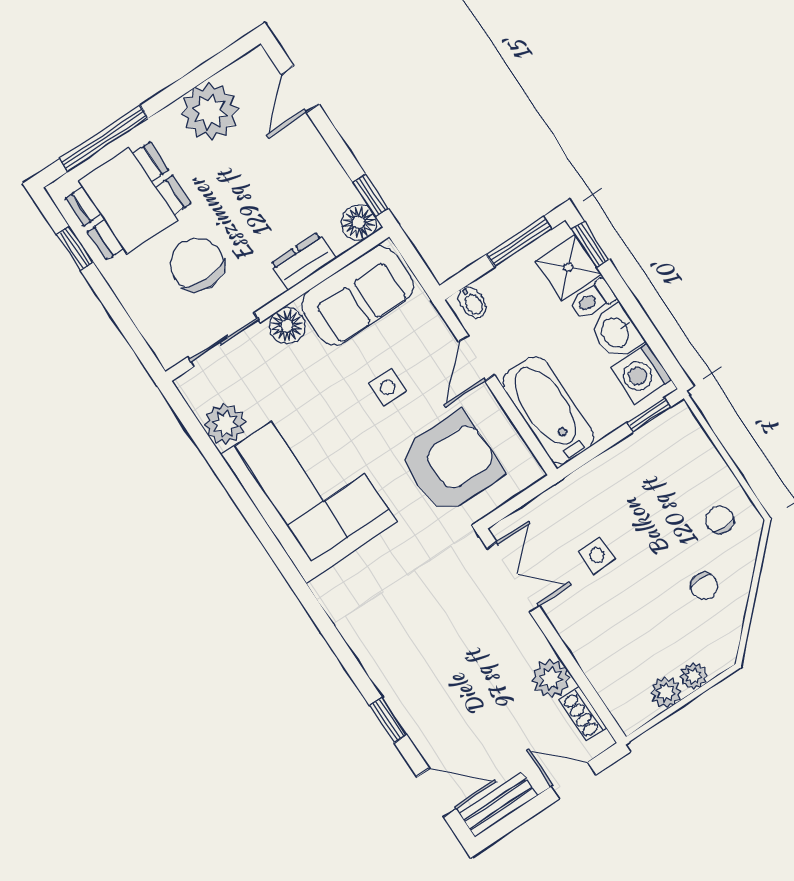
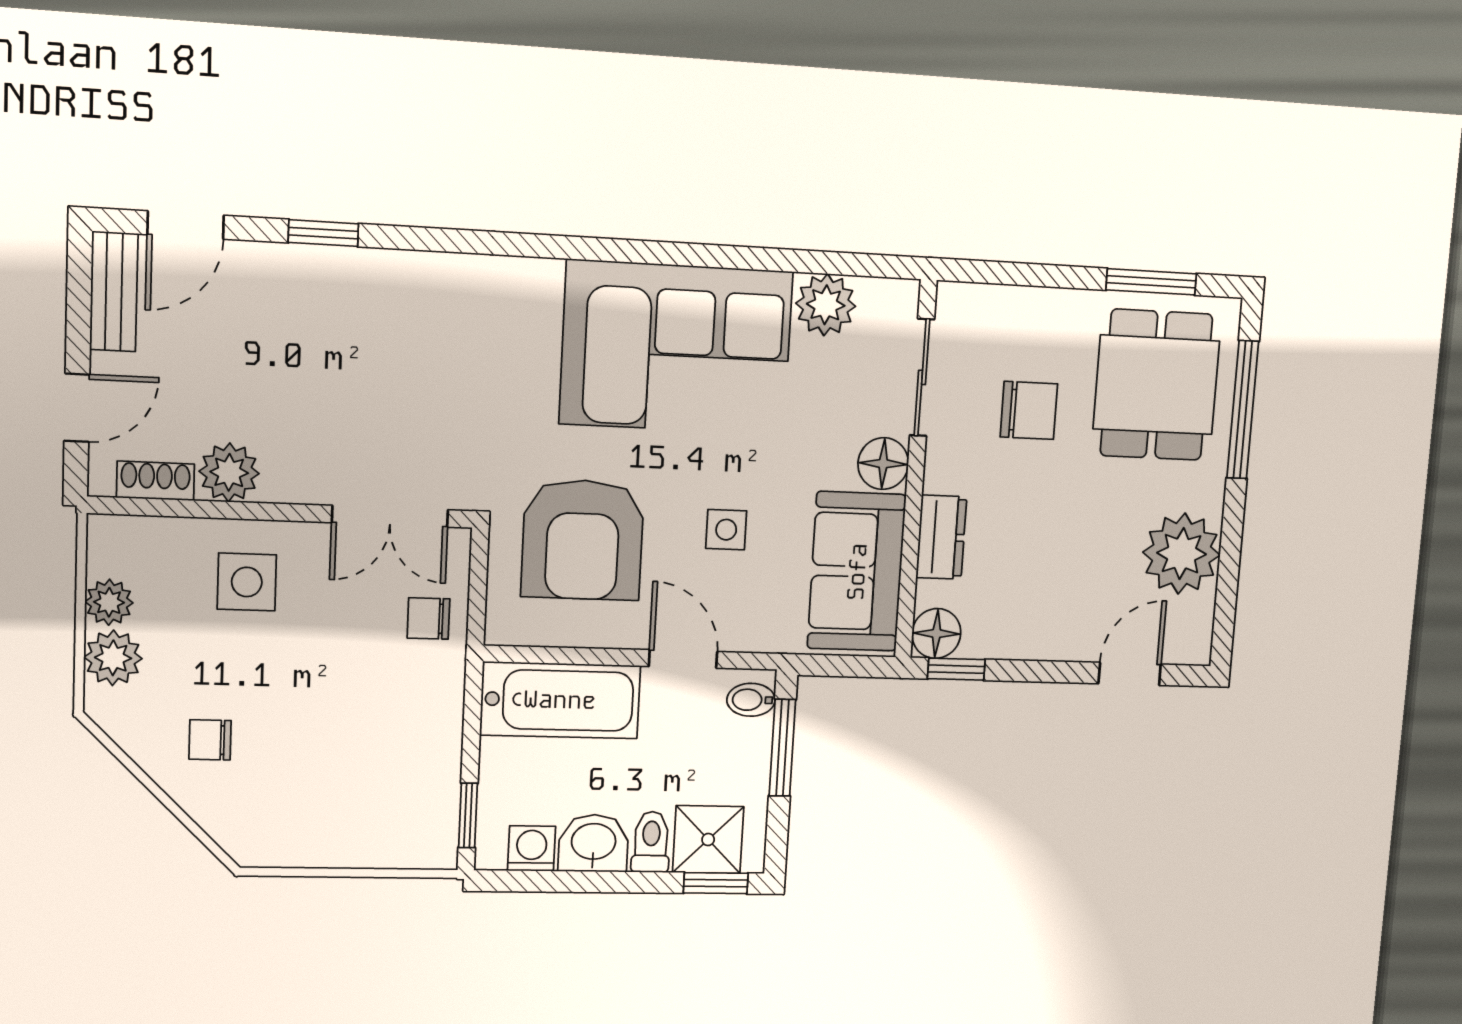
door: (300, 89) -> (1130, 674), hinge flipped
window: (519, 242) -> (782, 748), moved
window: (75, 248) -> (1151, 282), width x1.50
chair: (197, 264) -> (1029, 410), width x0.73, depth x0.73
washing machine: (641, 373) -> (532, 848), width x0.73, depth x0.73
chair: (720, 520) -> (428, 618), moved, turned 180
side table: (597, 555) -> (247, 582), moved, width x1.37, depth x1.37
plant: (693, 676) -> (113, 658), width x1.38, depth x1.38

